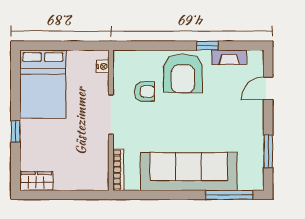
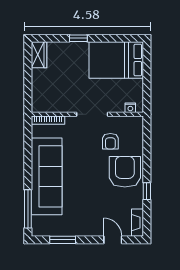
fireplace: (229, 57) -> (138, 223), moved
armchair: (183, 73) -> (125, 172), turned 90

